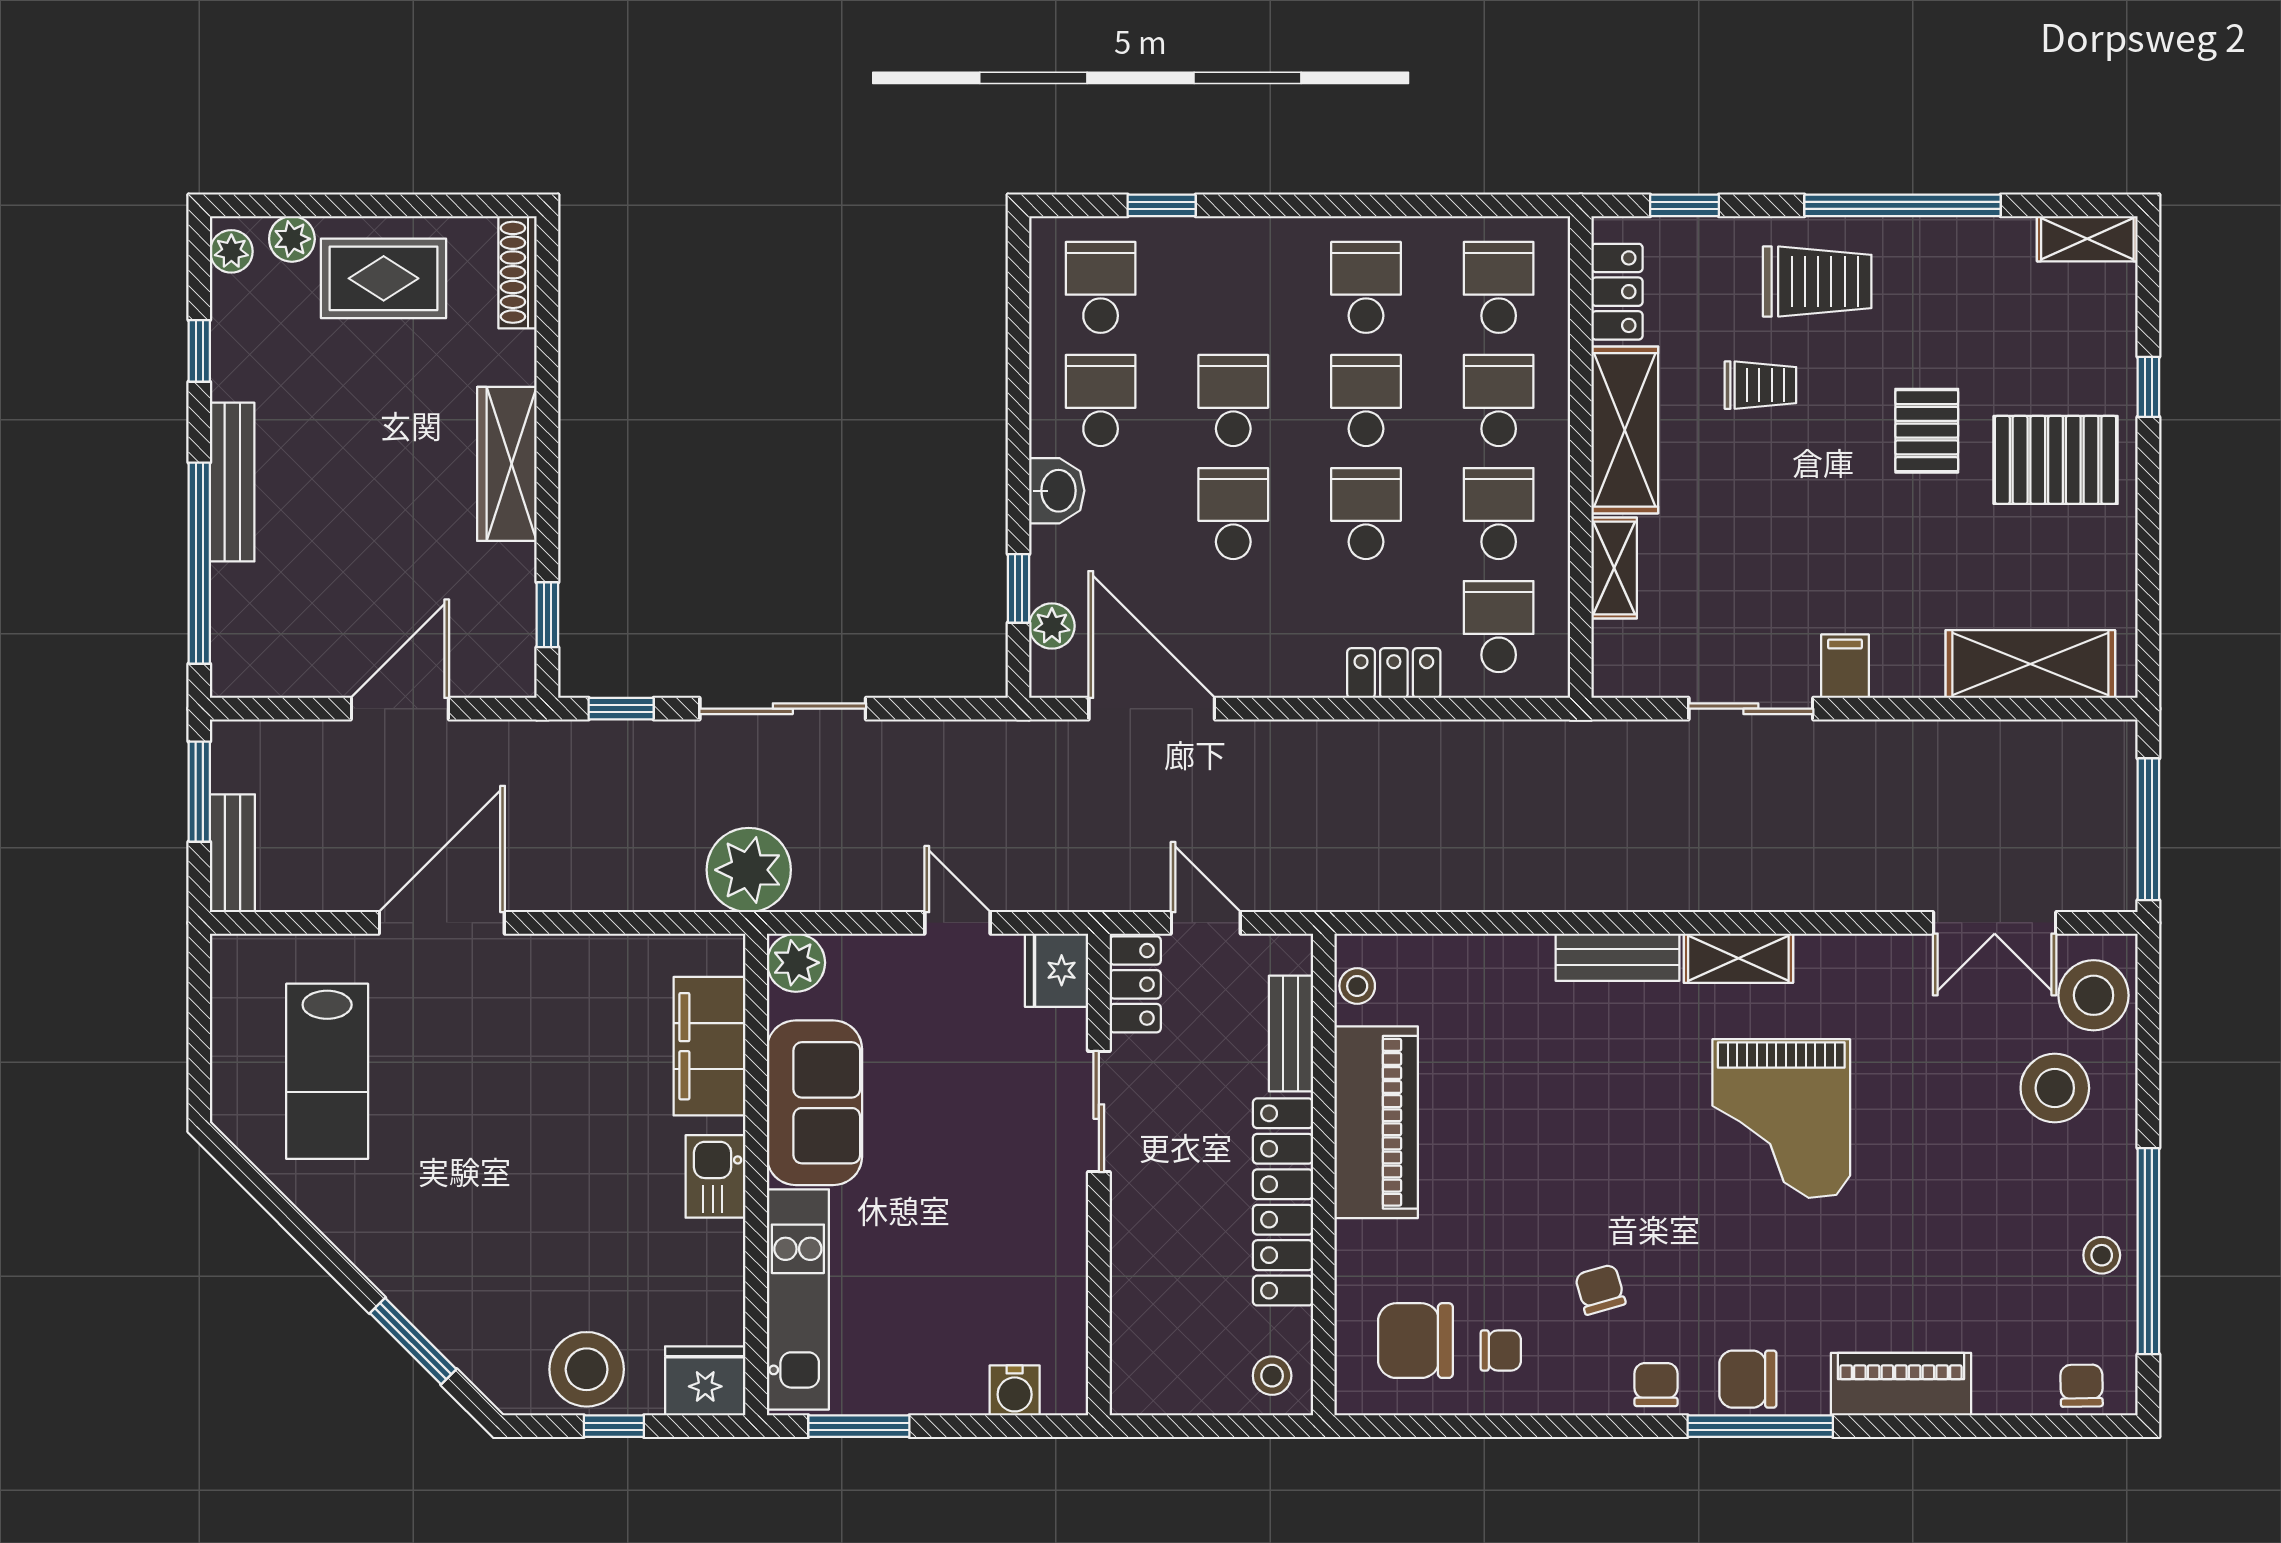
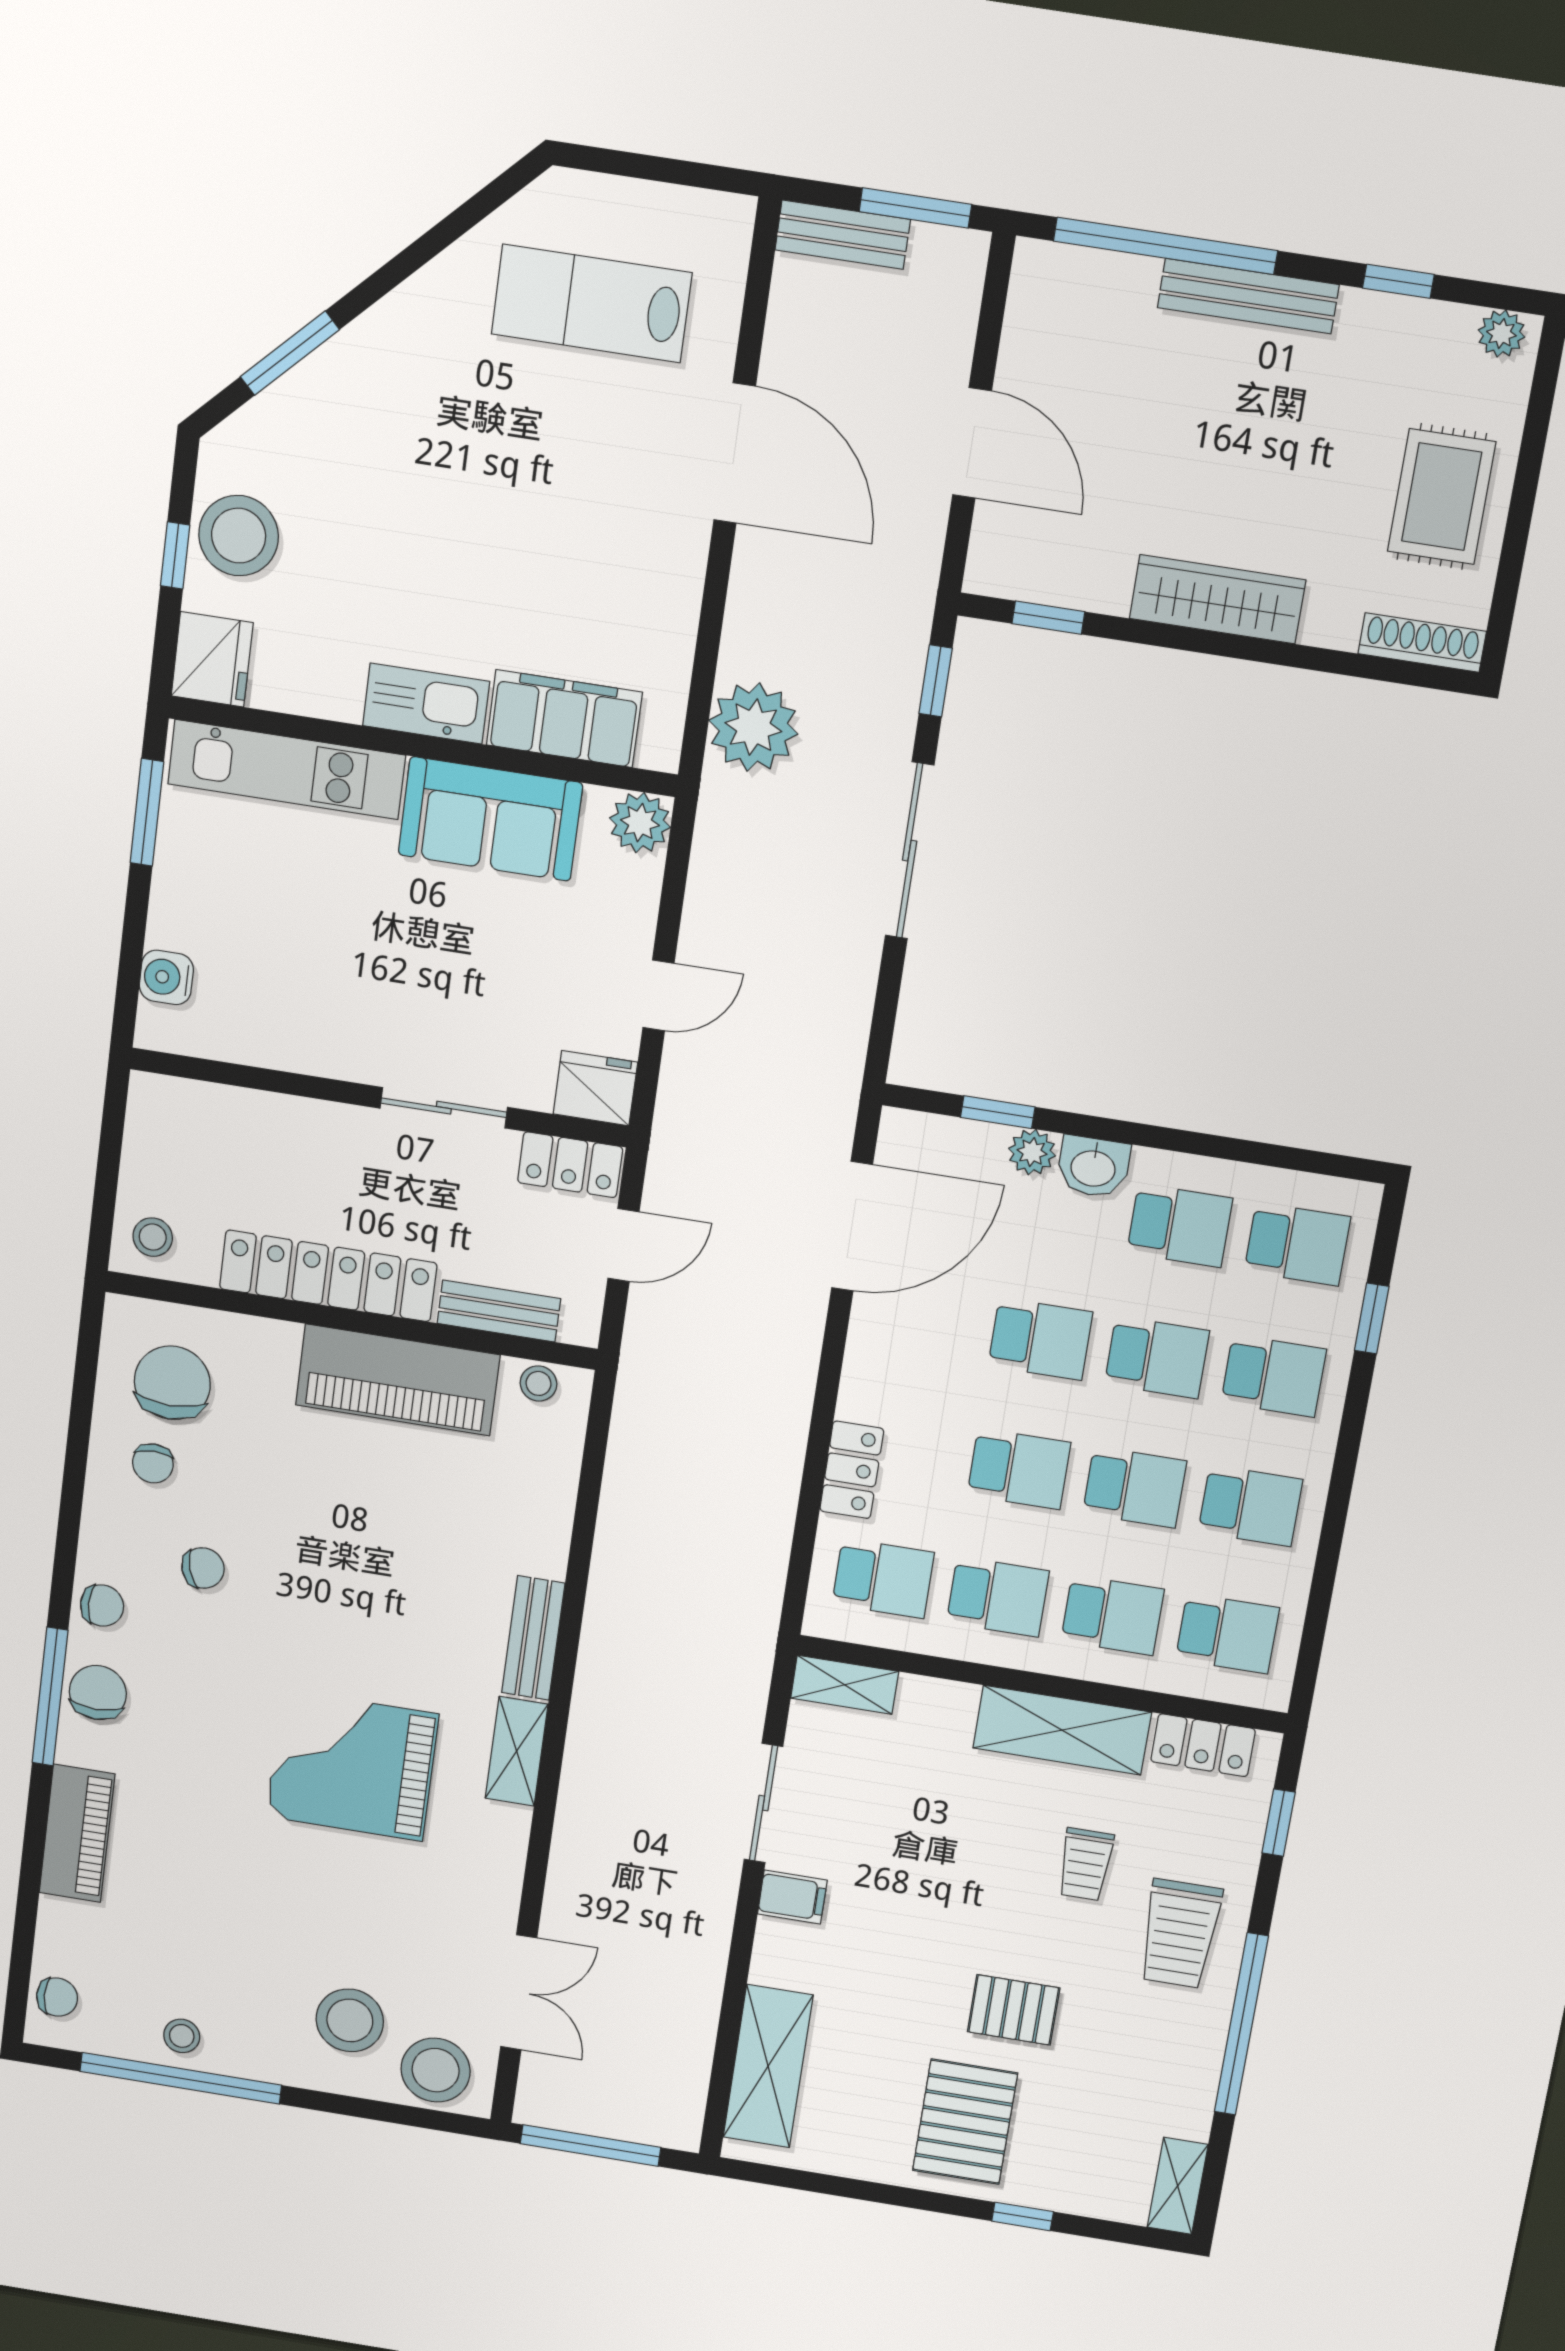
plant: (292, 239) -> (1503, 403), removed
school desk: (1233, 287) -> (1274, 1376), added
shelving: (1614, 568) -> (845, 1685), moved
plant: (1052, 626) -> (1032, 1152), moved
plant: (749, 870) -> (753, 727), moved
double door: (1995, 923) -> (519, 1992), swing flipped
kitchen sink: (716, 1176) -> (426, 704), width x1.38

